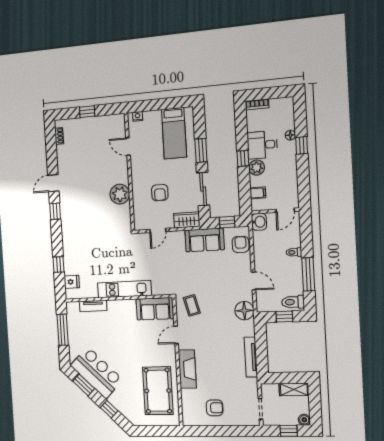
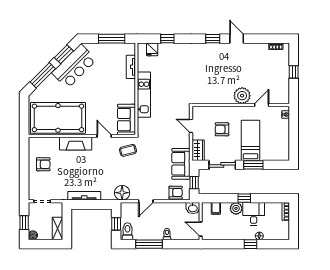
bed: (174, 133) -> (251, 140), moved, turned 90
plant: (120, 194) -> (242, 96), moved
pool table: (158, 391) -> (58, 118), width x1.36, depth x1.32
armchair: (215, 408) -> (43, 164), turned -90
window: (109, 409) -> (43, 75), width x2.17

